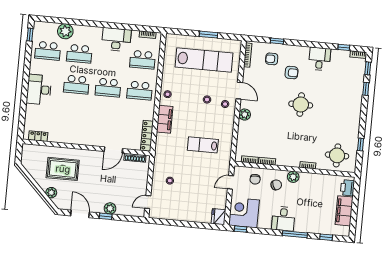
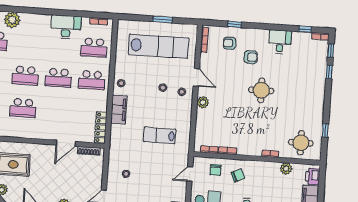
school desk: (79, 54) -> (23, 108), moved
plant: (293, 177) -> (286, 169), moved

